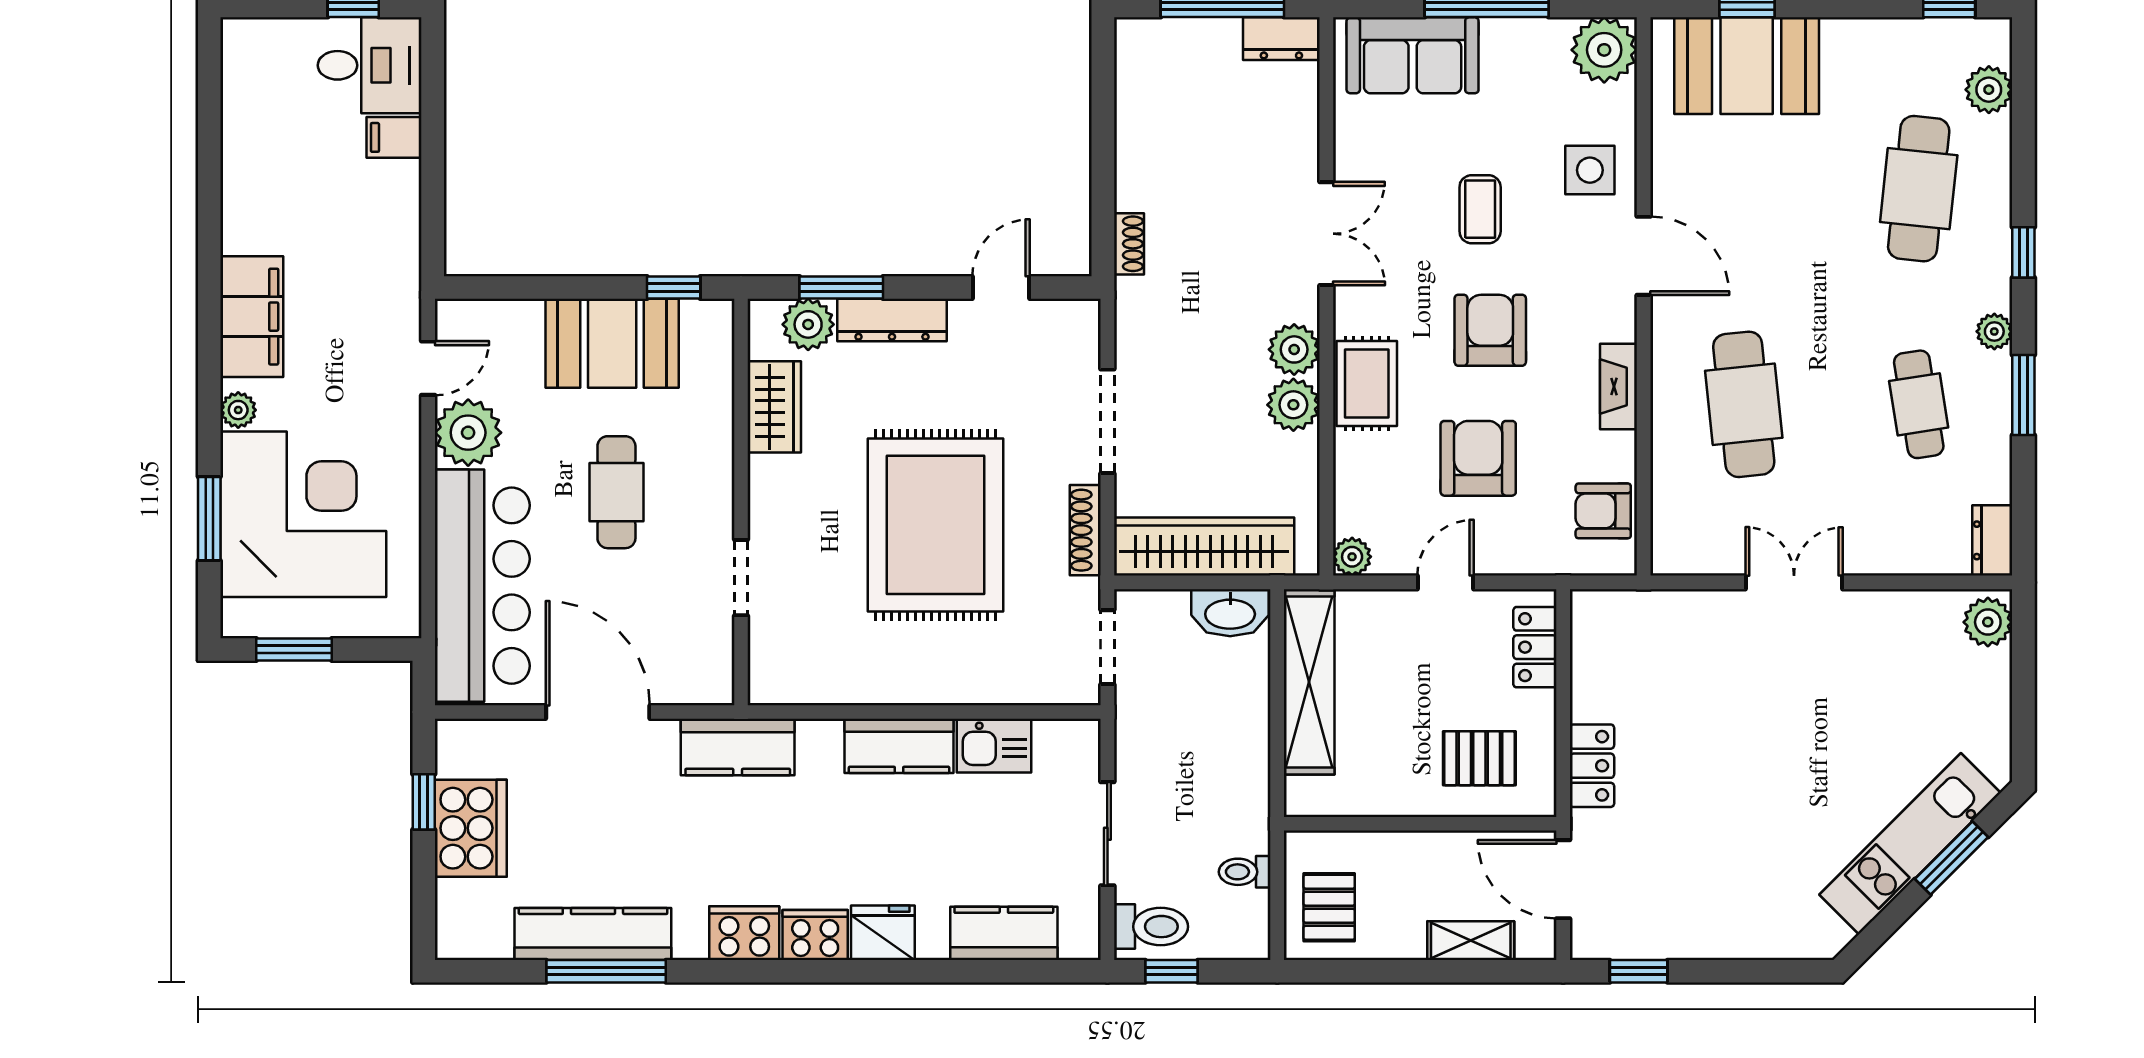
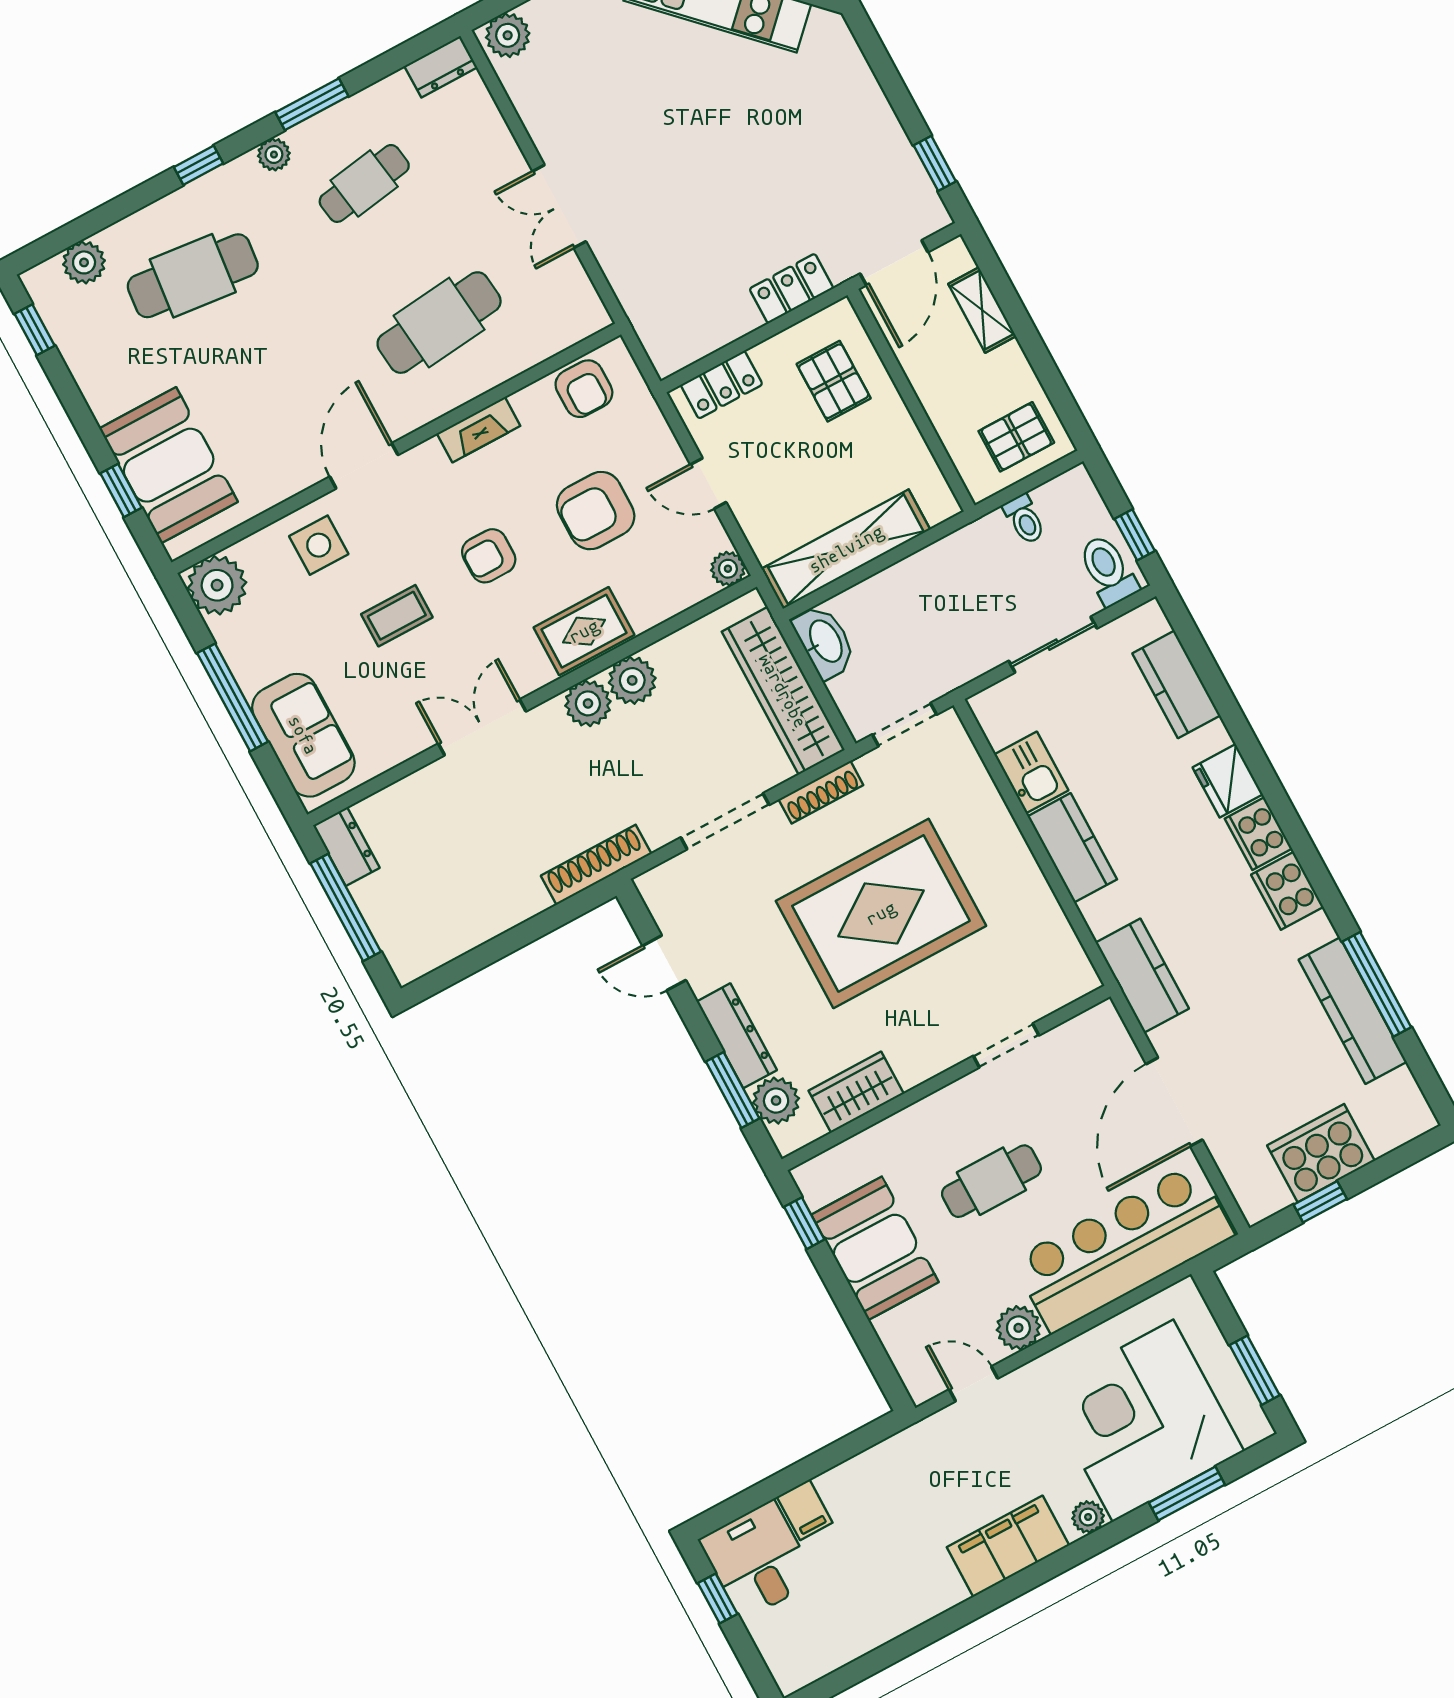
shoe rack: (1129, 244) -> (596, 865), width x1.94, depth x1.24
armchair: (1490, 330) -> (489, 556), width x0.72, depth x0.72
plant: (468, 433) -> (1018, 1328), width x0.73, depth x0.73

